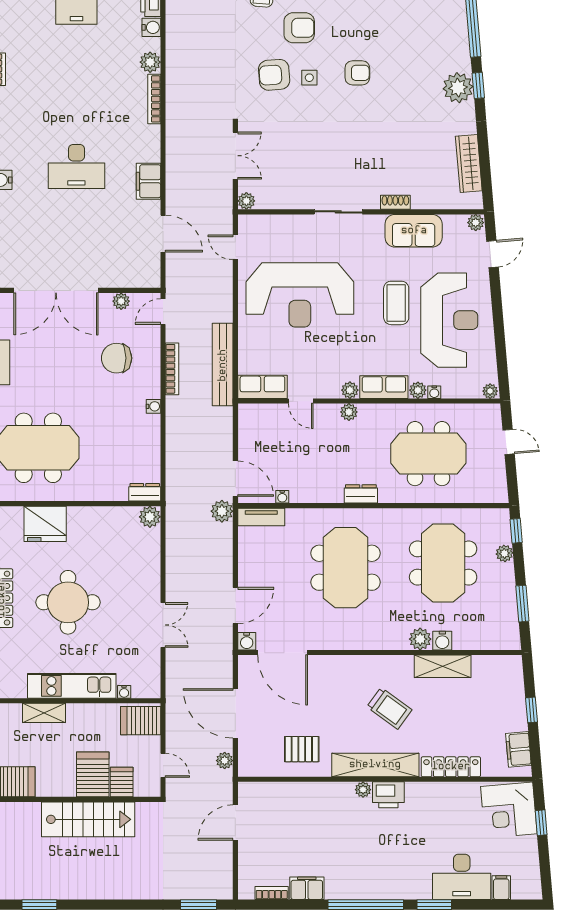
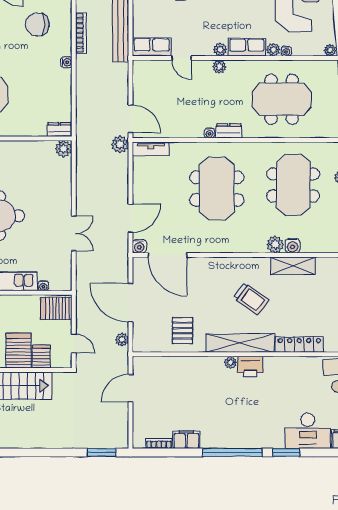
water cooler: (282, 497) -> (209, 133), moved
pallet: (302, 749) -> (182, 331), turned 90

